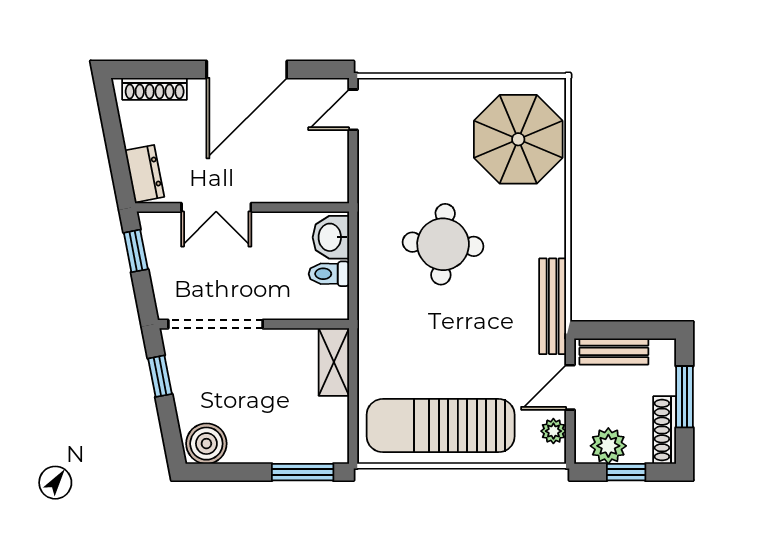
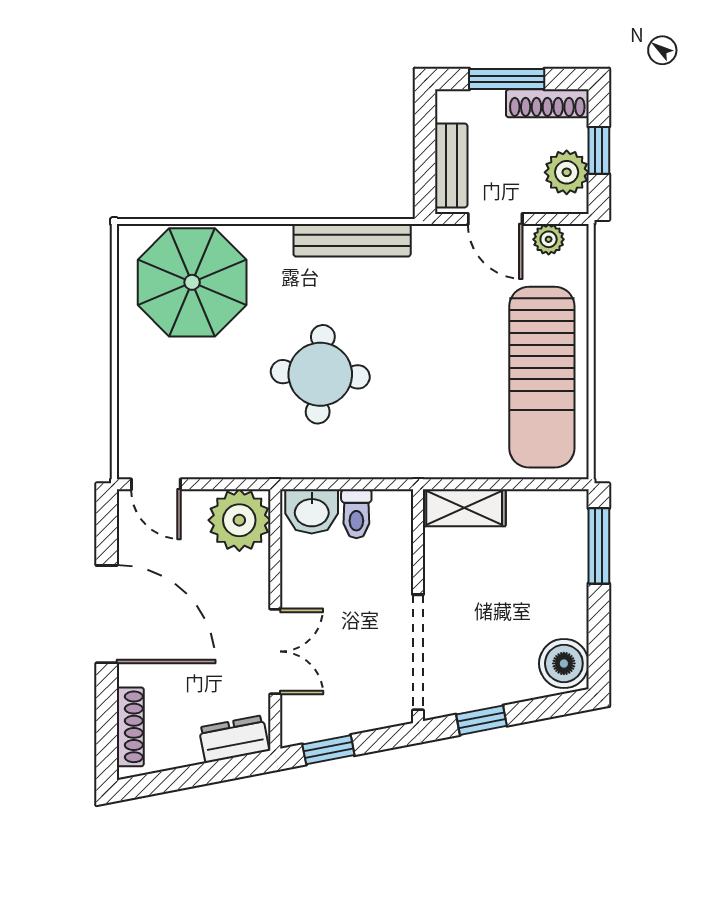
plant: (324, 178) -> (239, 520), added
bench: (553, 306) -> (352, 240), moved

